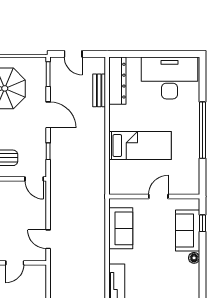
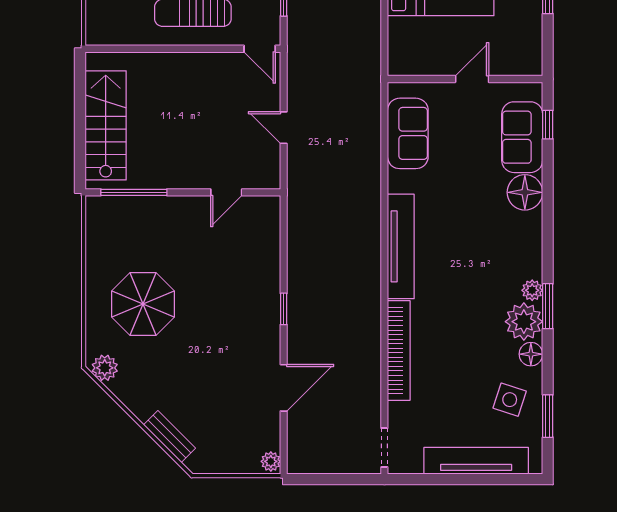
door: (48, 239) -> (284, 128), moved
floor lamp: (194, 258) -> (525, 192), width x1.89, depth x1.89

